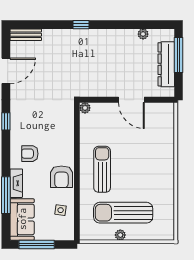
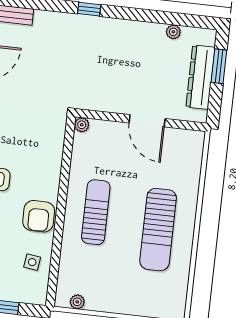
window: (178, 55) -> (219, 66), width x0.69
sun lounger: (123, 213) -> (158, 230), moved, turned -90
plant: (120, 235) -> (77, 302), moved

